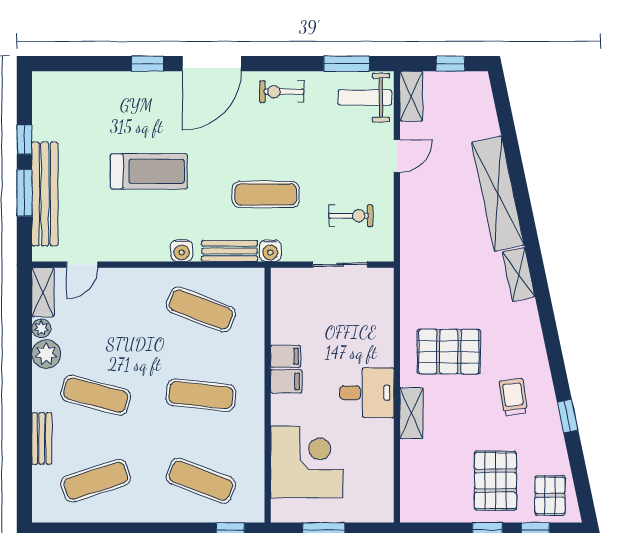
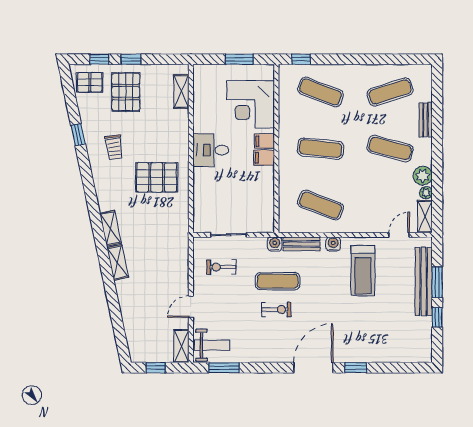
exercise bike: (282, 92) -> (276, 310), moved
treadmill: (149, 171) -> (363, 271), moved, turned -90
shelving: (498, 194) -> (118, 262), width x0.45, depth x0.75
filing cabinet: (286, 356) -> (264, 141), moved
shelving: (411, 413) -> (181, 92), moved
pallet: (550, 495) -> (90, 82), turned 90

